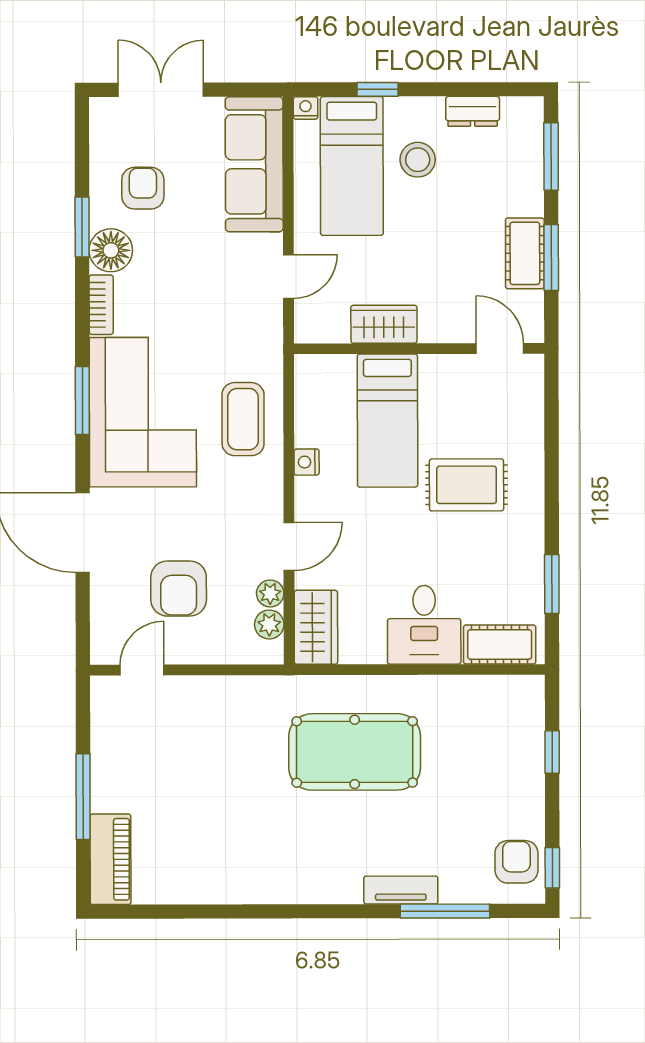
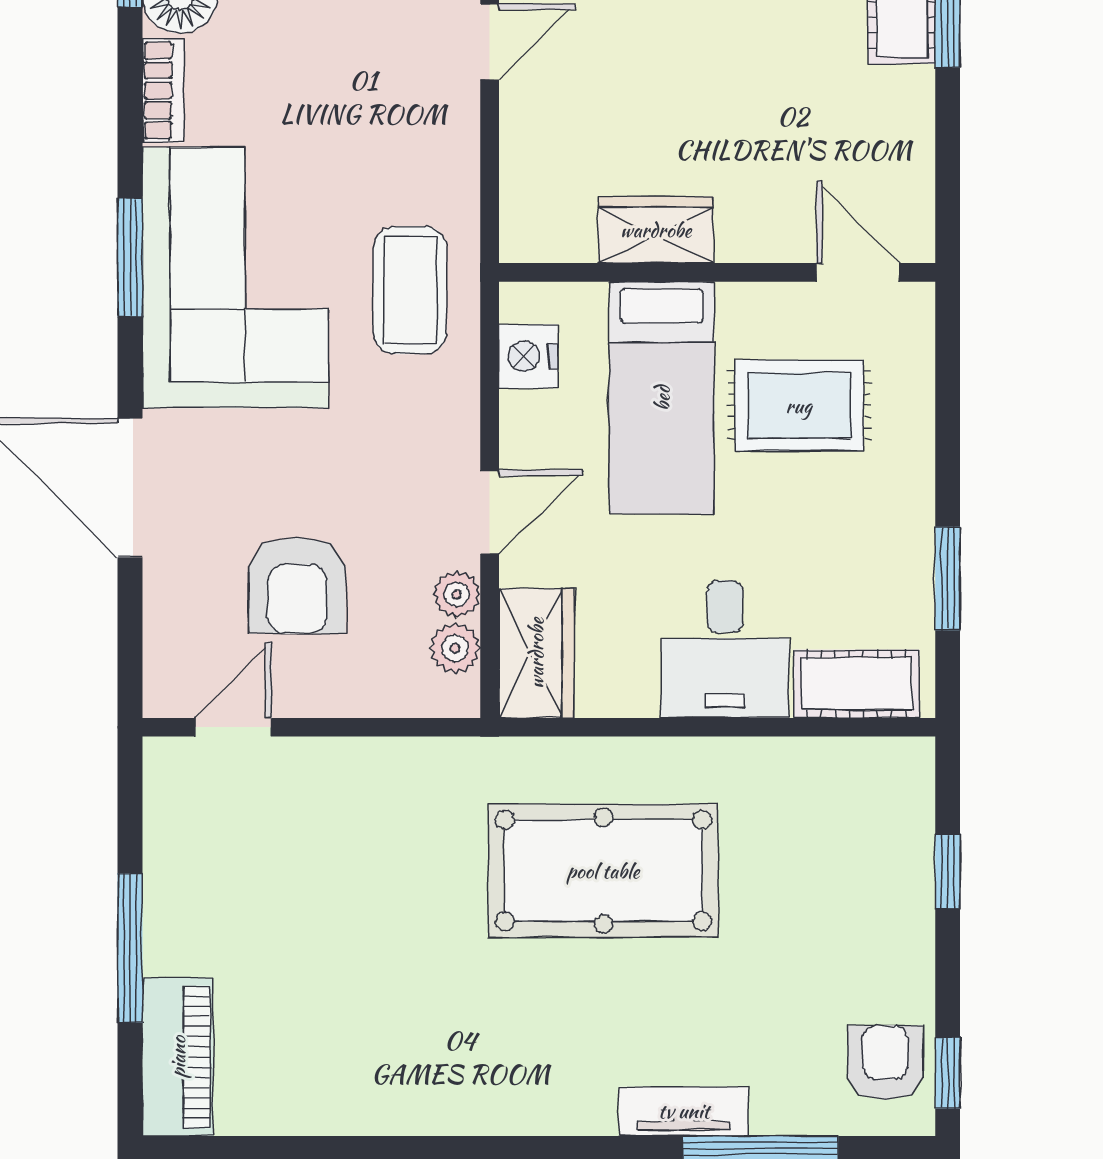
wardrobe: (384, 324) -> (656, 230), moved
door: (500, 348) -> (858, 272), moved
wall: (419, 349) -> (717, 272), moved
bed: (387, 421) -> (662, 398), moved
nightstand: (307, 462) -> (528, 356), width x1.39, depth x1.35

